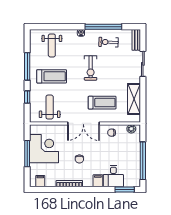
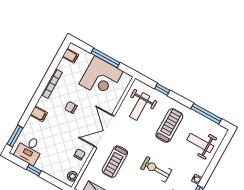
window: (27, 66) -> (206, 114), moved
treadmill: (52, 76) -> (169, 126), turned 180
weight bench: (50, 107) -> (140, 106), turned 90
window: (143, 161) -> (34, 170), width x0.32
desk: (113, 176) -> (29, 150), moved, turned -90

